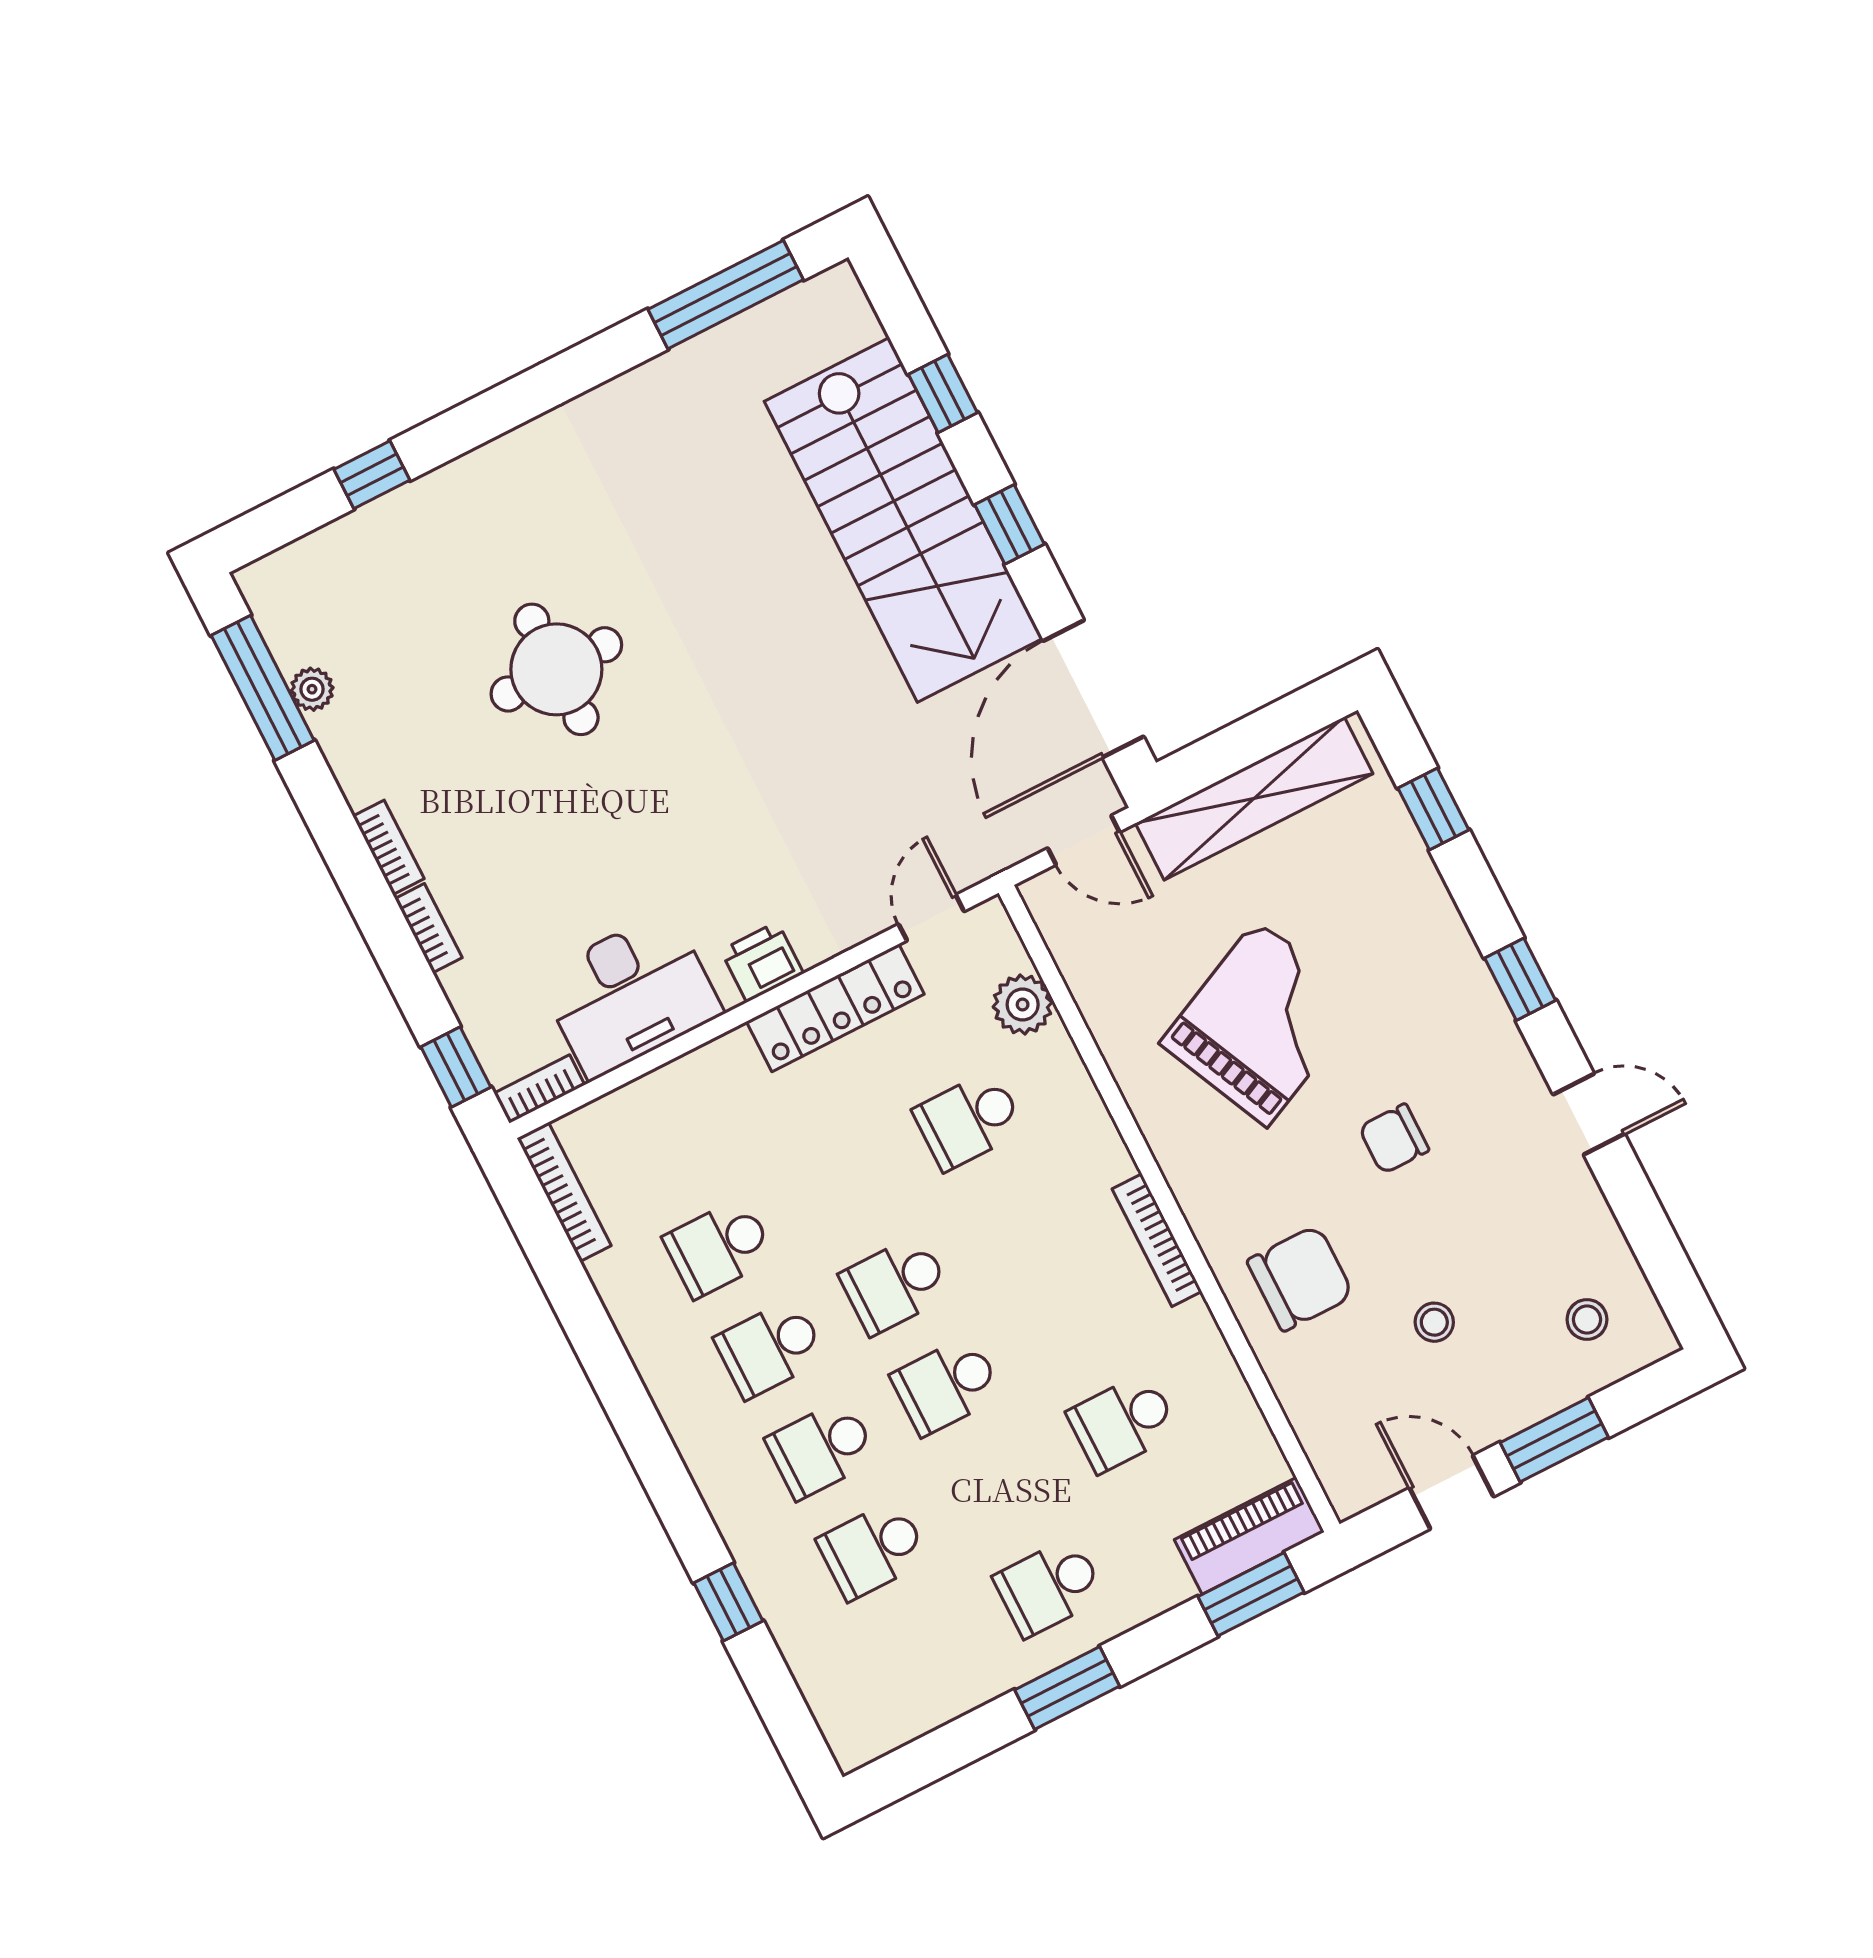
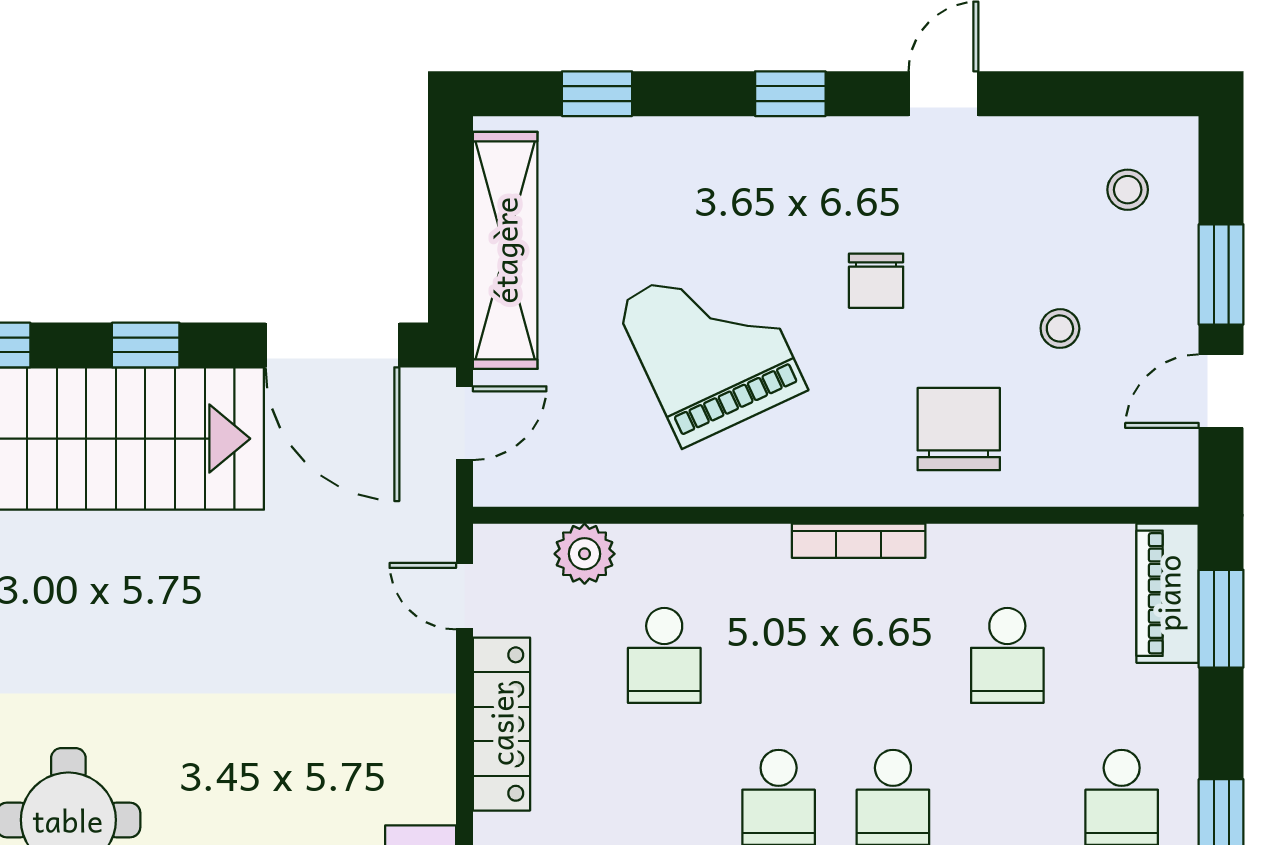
printer: (762, 962) -> (427, 769), removed

